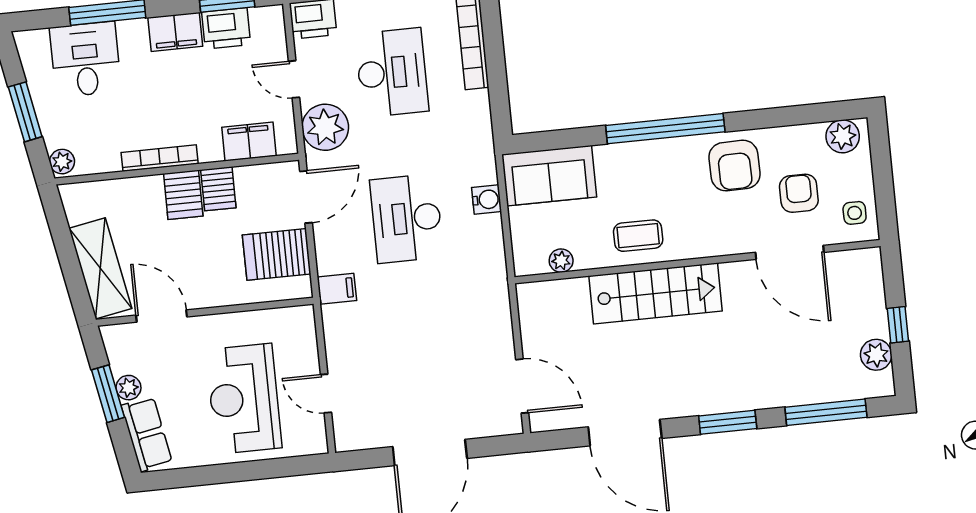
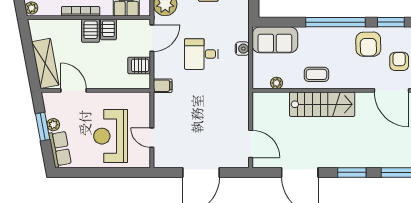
window: (775, 117) -> (391, 22), added
desk: (407, 218) -> (201, 54), width x0.73
server rack: (277, 254) -> (139, 65), width x0.73, depth x0.70

